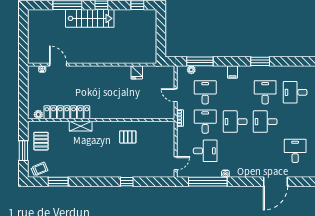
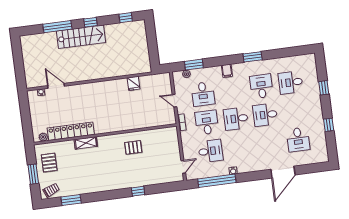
window: (200, 61) -> (194, 65), width x0.69
desk: (205, 92) -> (203, 94), turned 180
desk: (295, 151) -> (298, 140), turned 180

